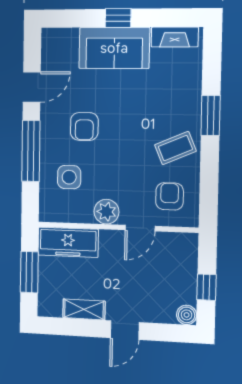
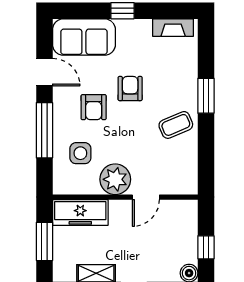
sofa: (114, 48) -> (84, 37), moved
door: (32, 87) -> (44, 72), hinge flipped
armchair: (170, 196) -> (130, 88), moved
plant: (106, 212) -> (115, 179), width x1.36, depth x1.36

